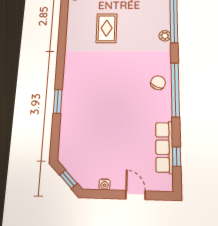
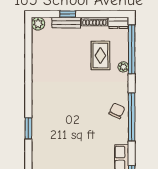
rug: (107, 28) -> (100, 55), moved

